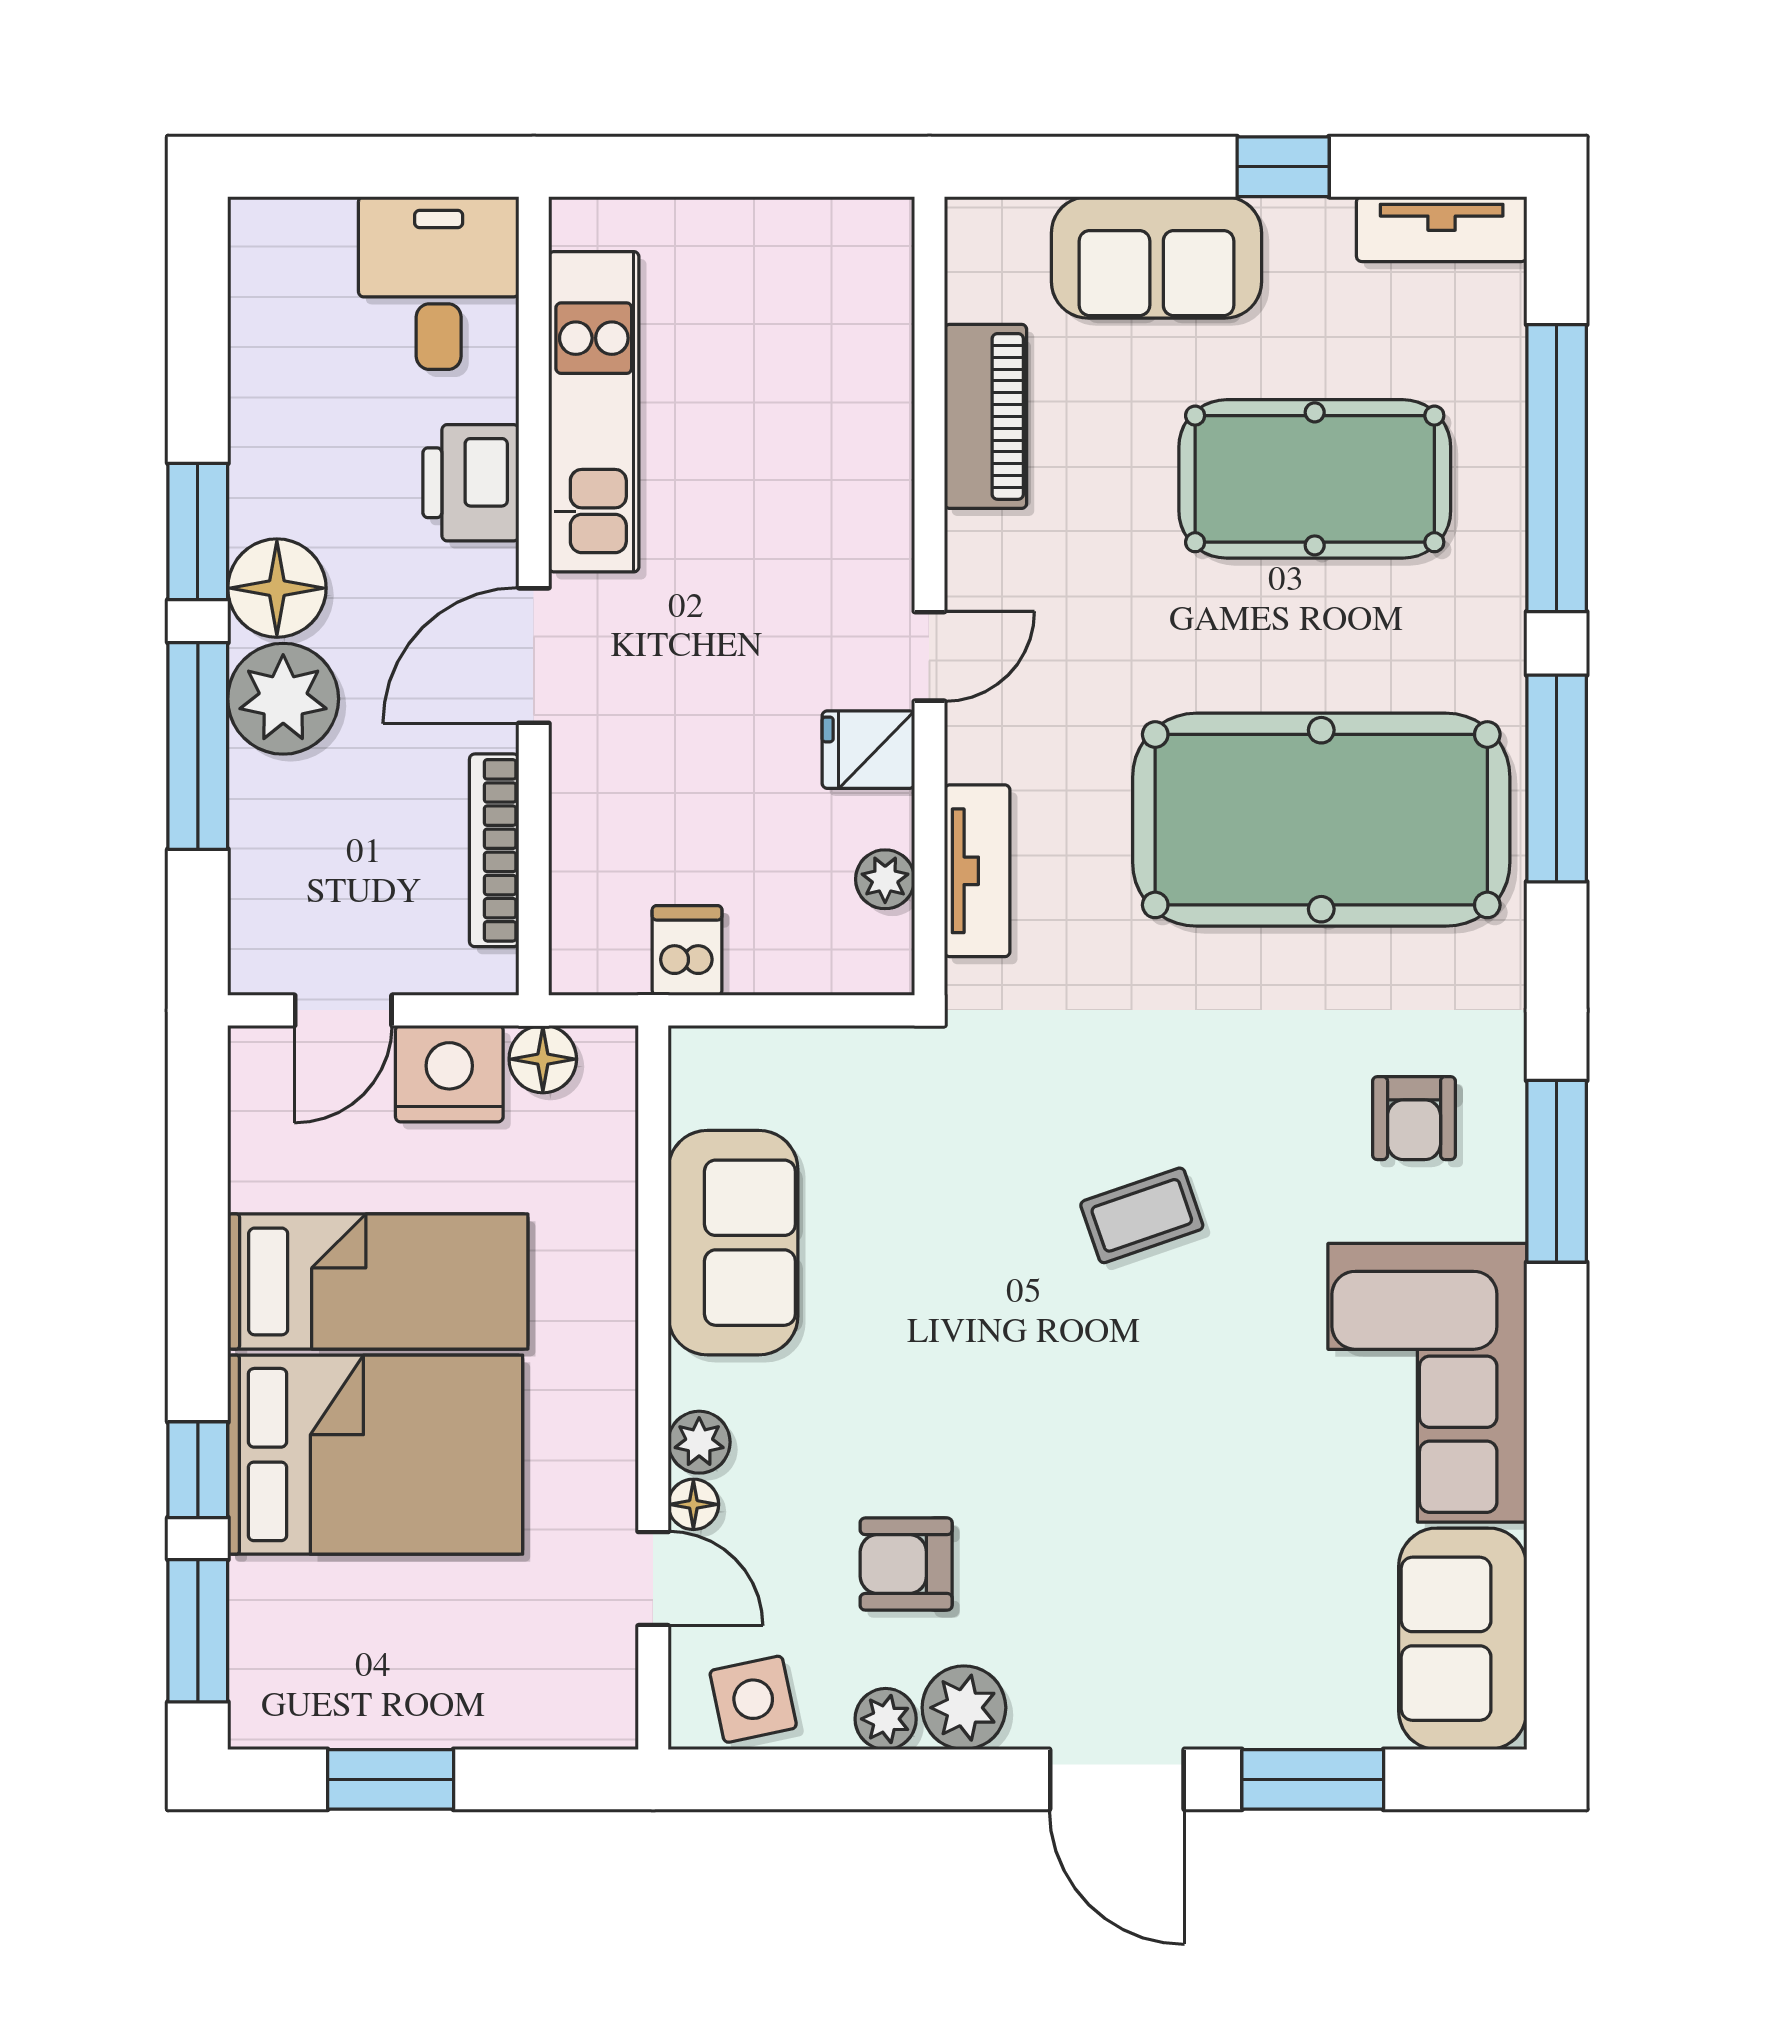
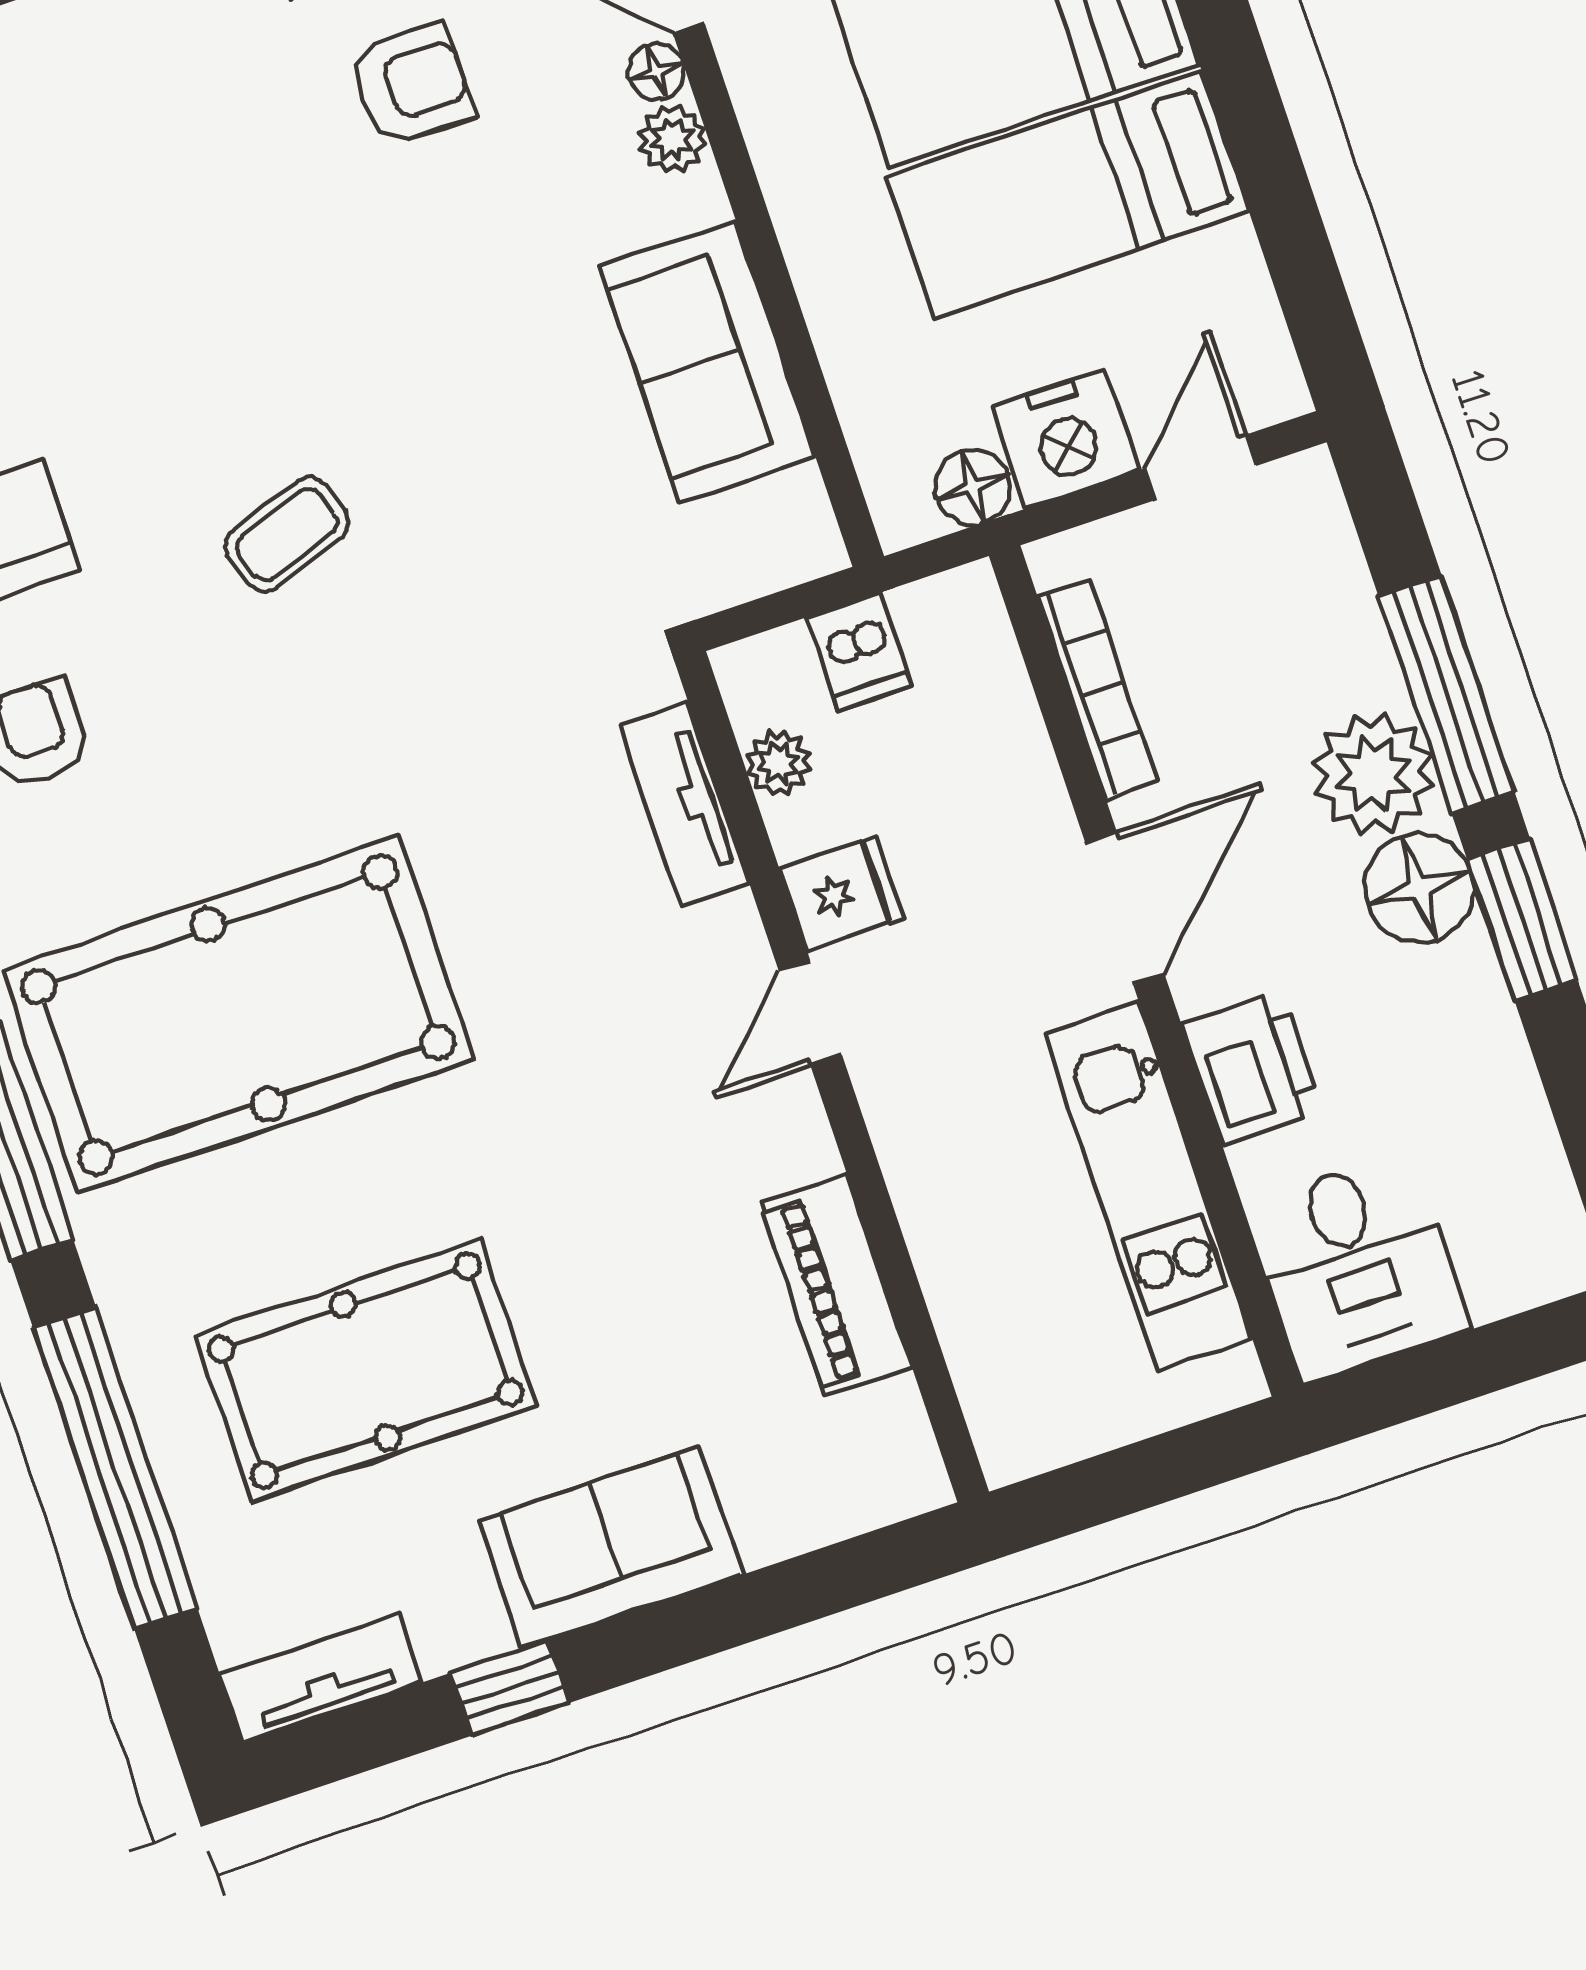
piano: (986, 416) -> (836, 1285), moved
wall: (929, 596) -> (832, 1077), moved
door: (929, 656) -> (810, 1013), moved
fridge: (868, 750) -> (842, 893), moved
tv unit: (977, 871) -> (684, 804), moved
plant: (885, 879) -> (778, 763), moved

